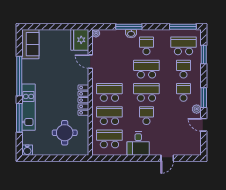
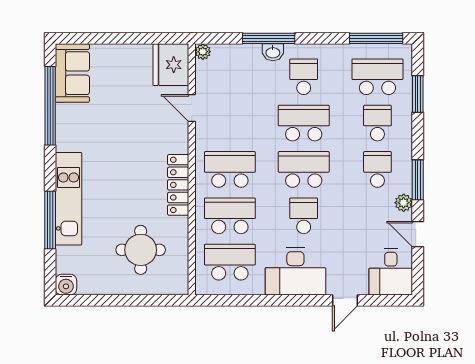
window: (19, 76) -> (50, 106), moved
desk: (138, 144) -> (295, 271), width x1.37
desk: (190, 144) -> (391, 272), added

